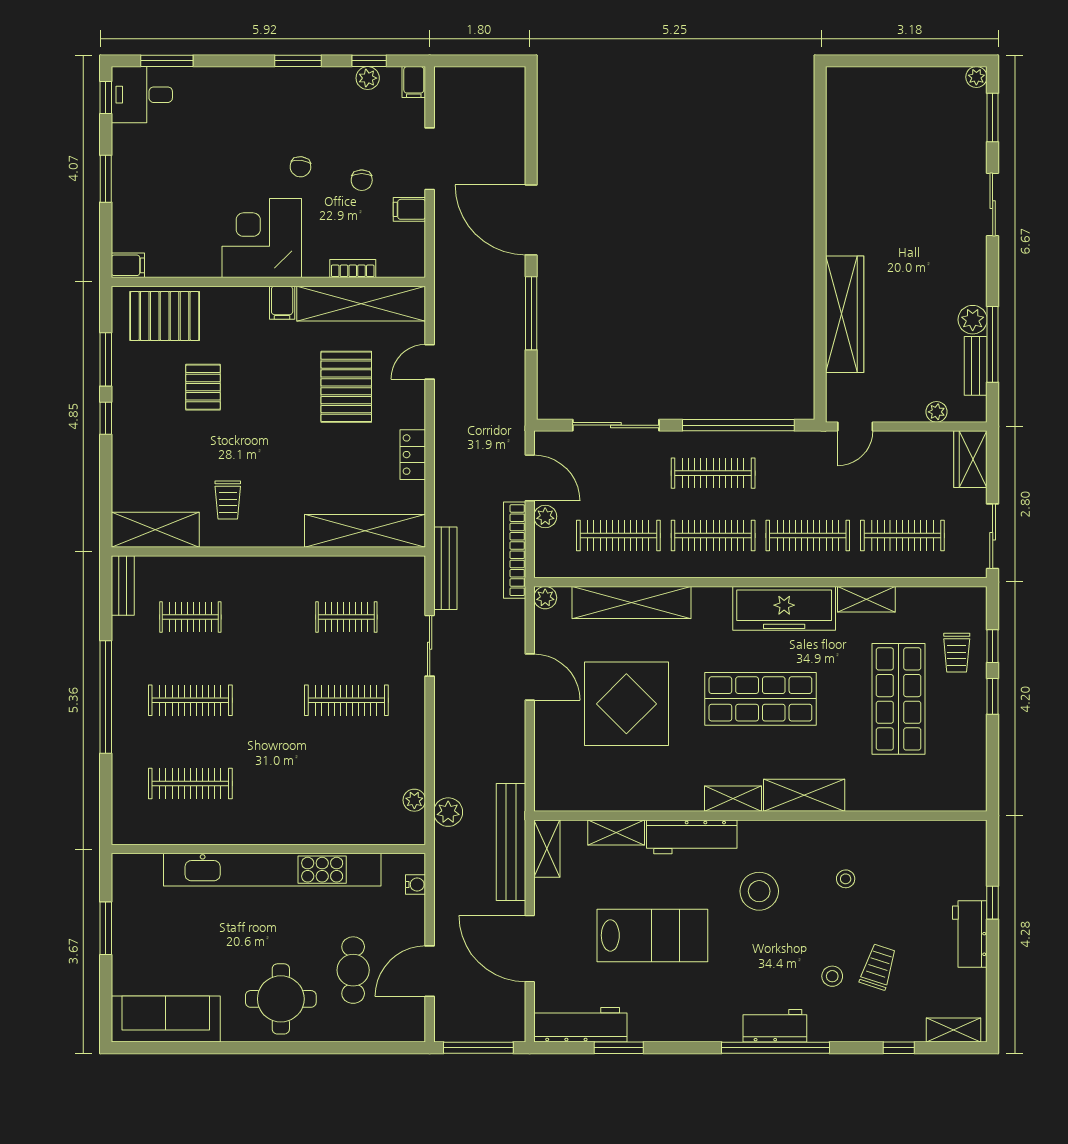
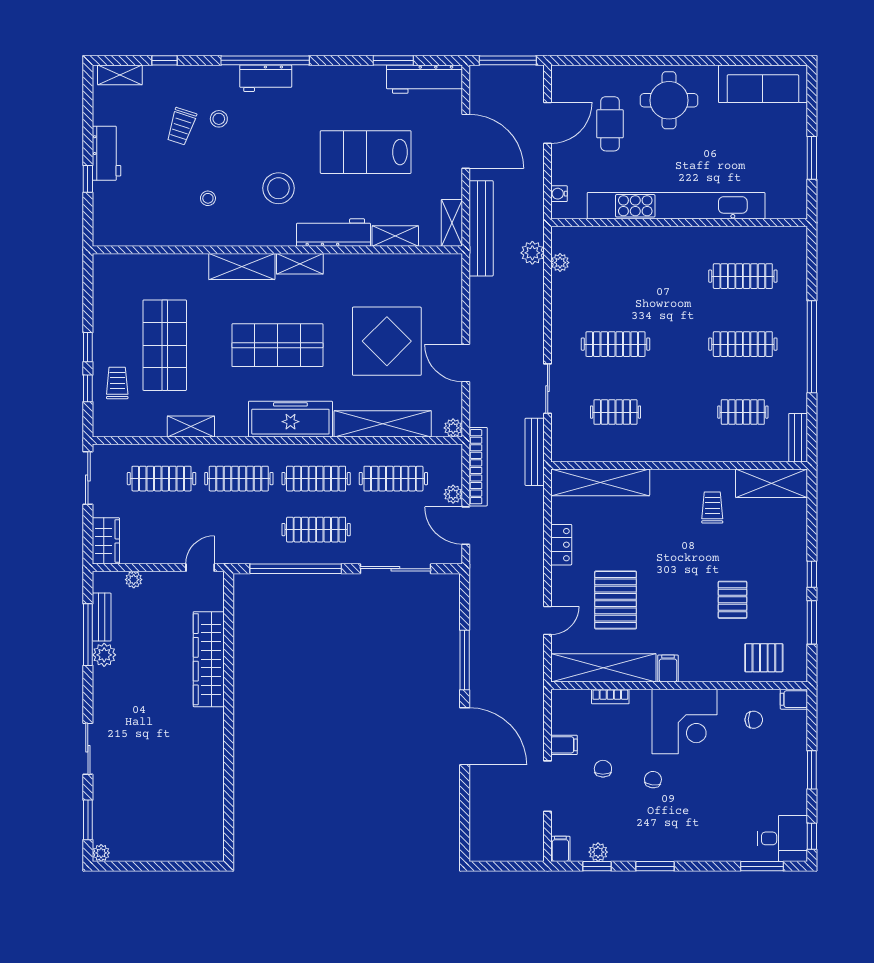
chair: (177, 240) -> (754, 720), added
pallet: (165, 316) -> (764, 658), width x0.67, depth x0.71
freezer: (784, 608) -> (290, 419), moved

